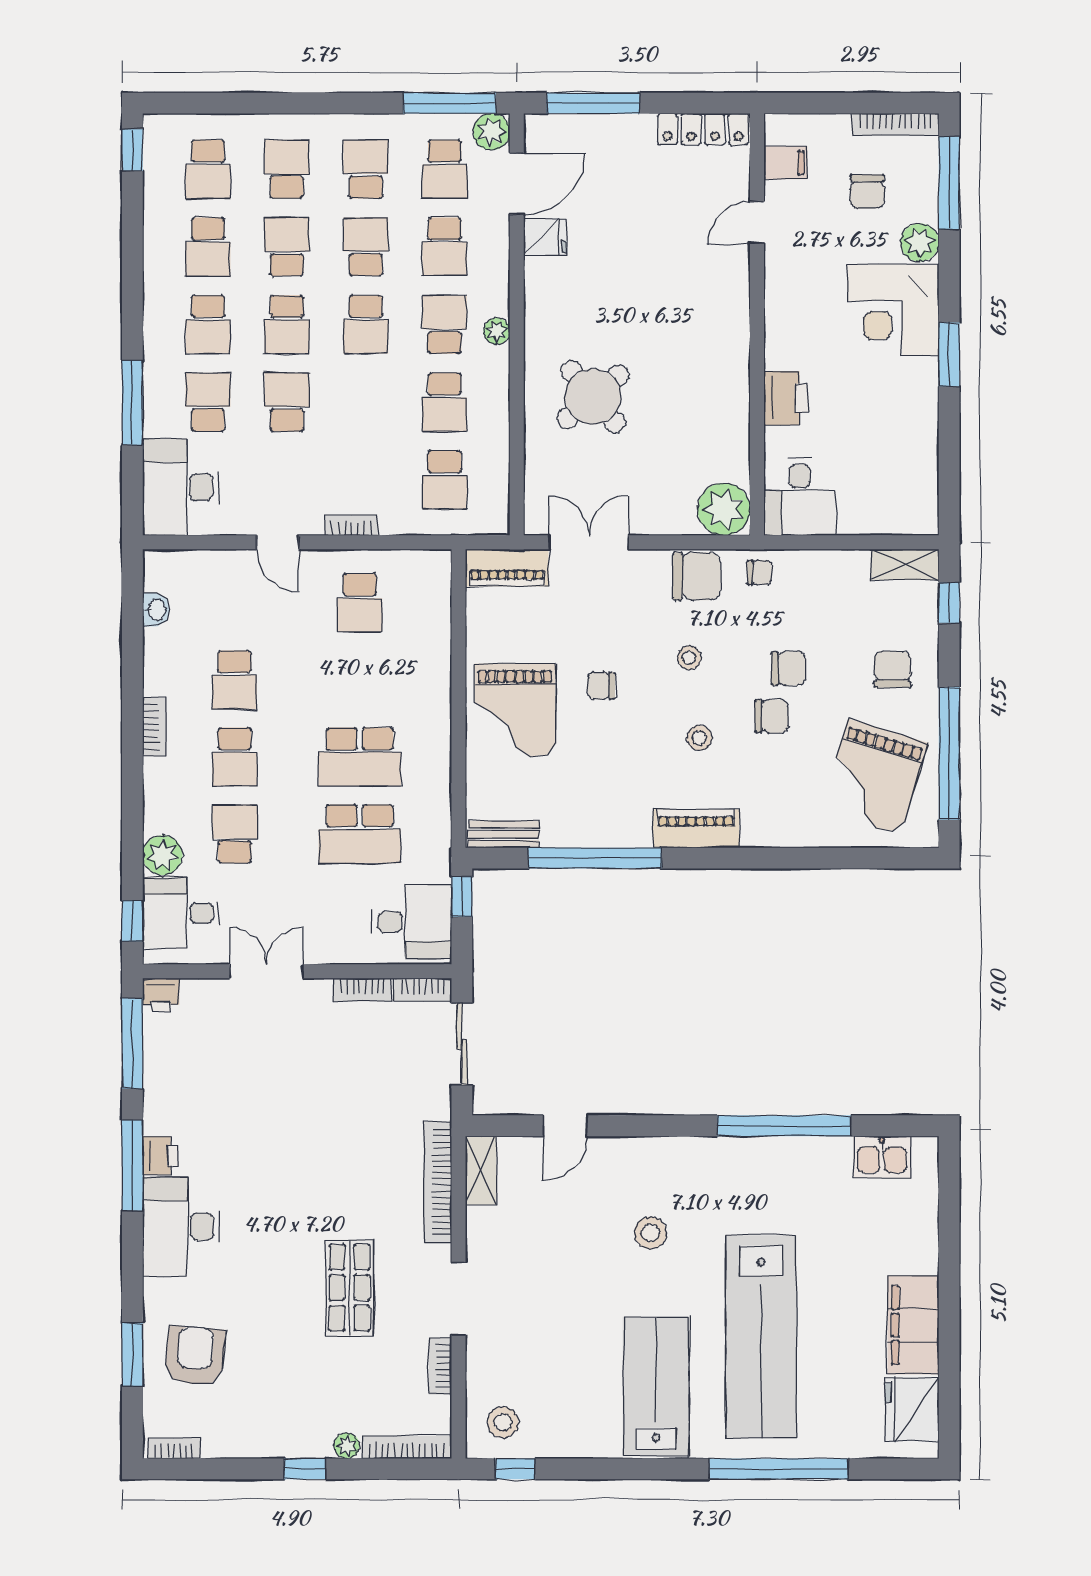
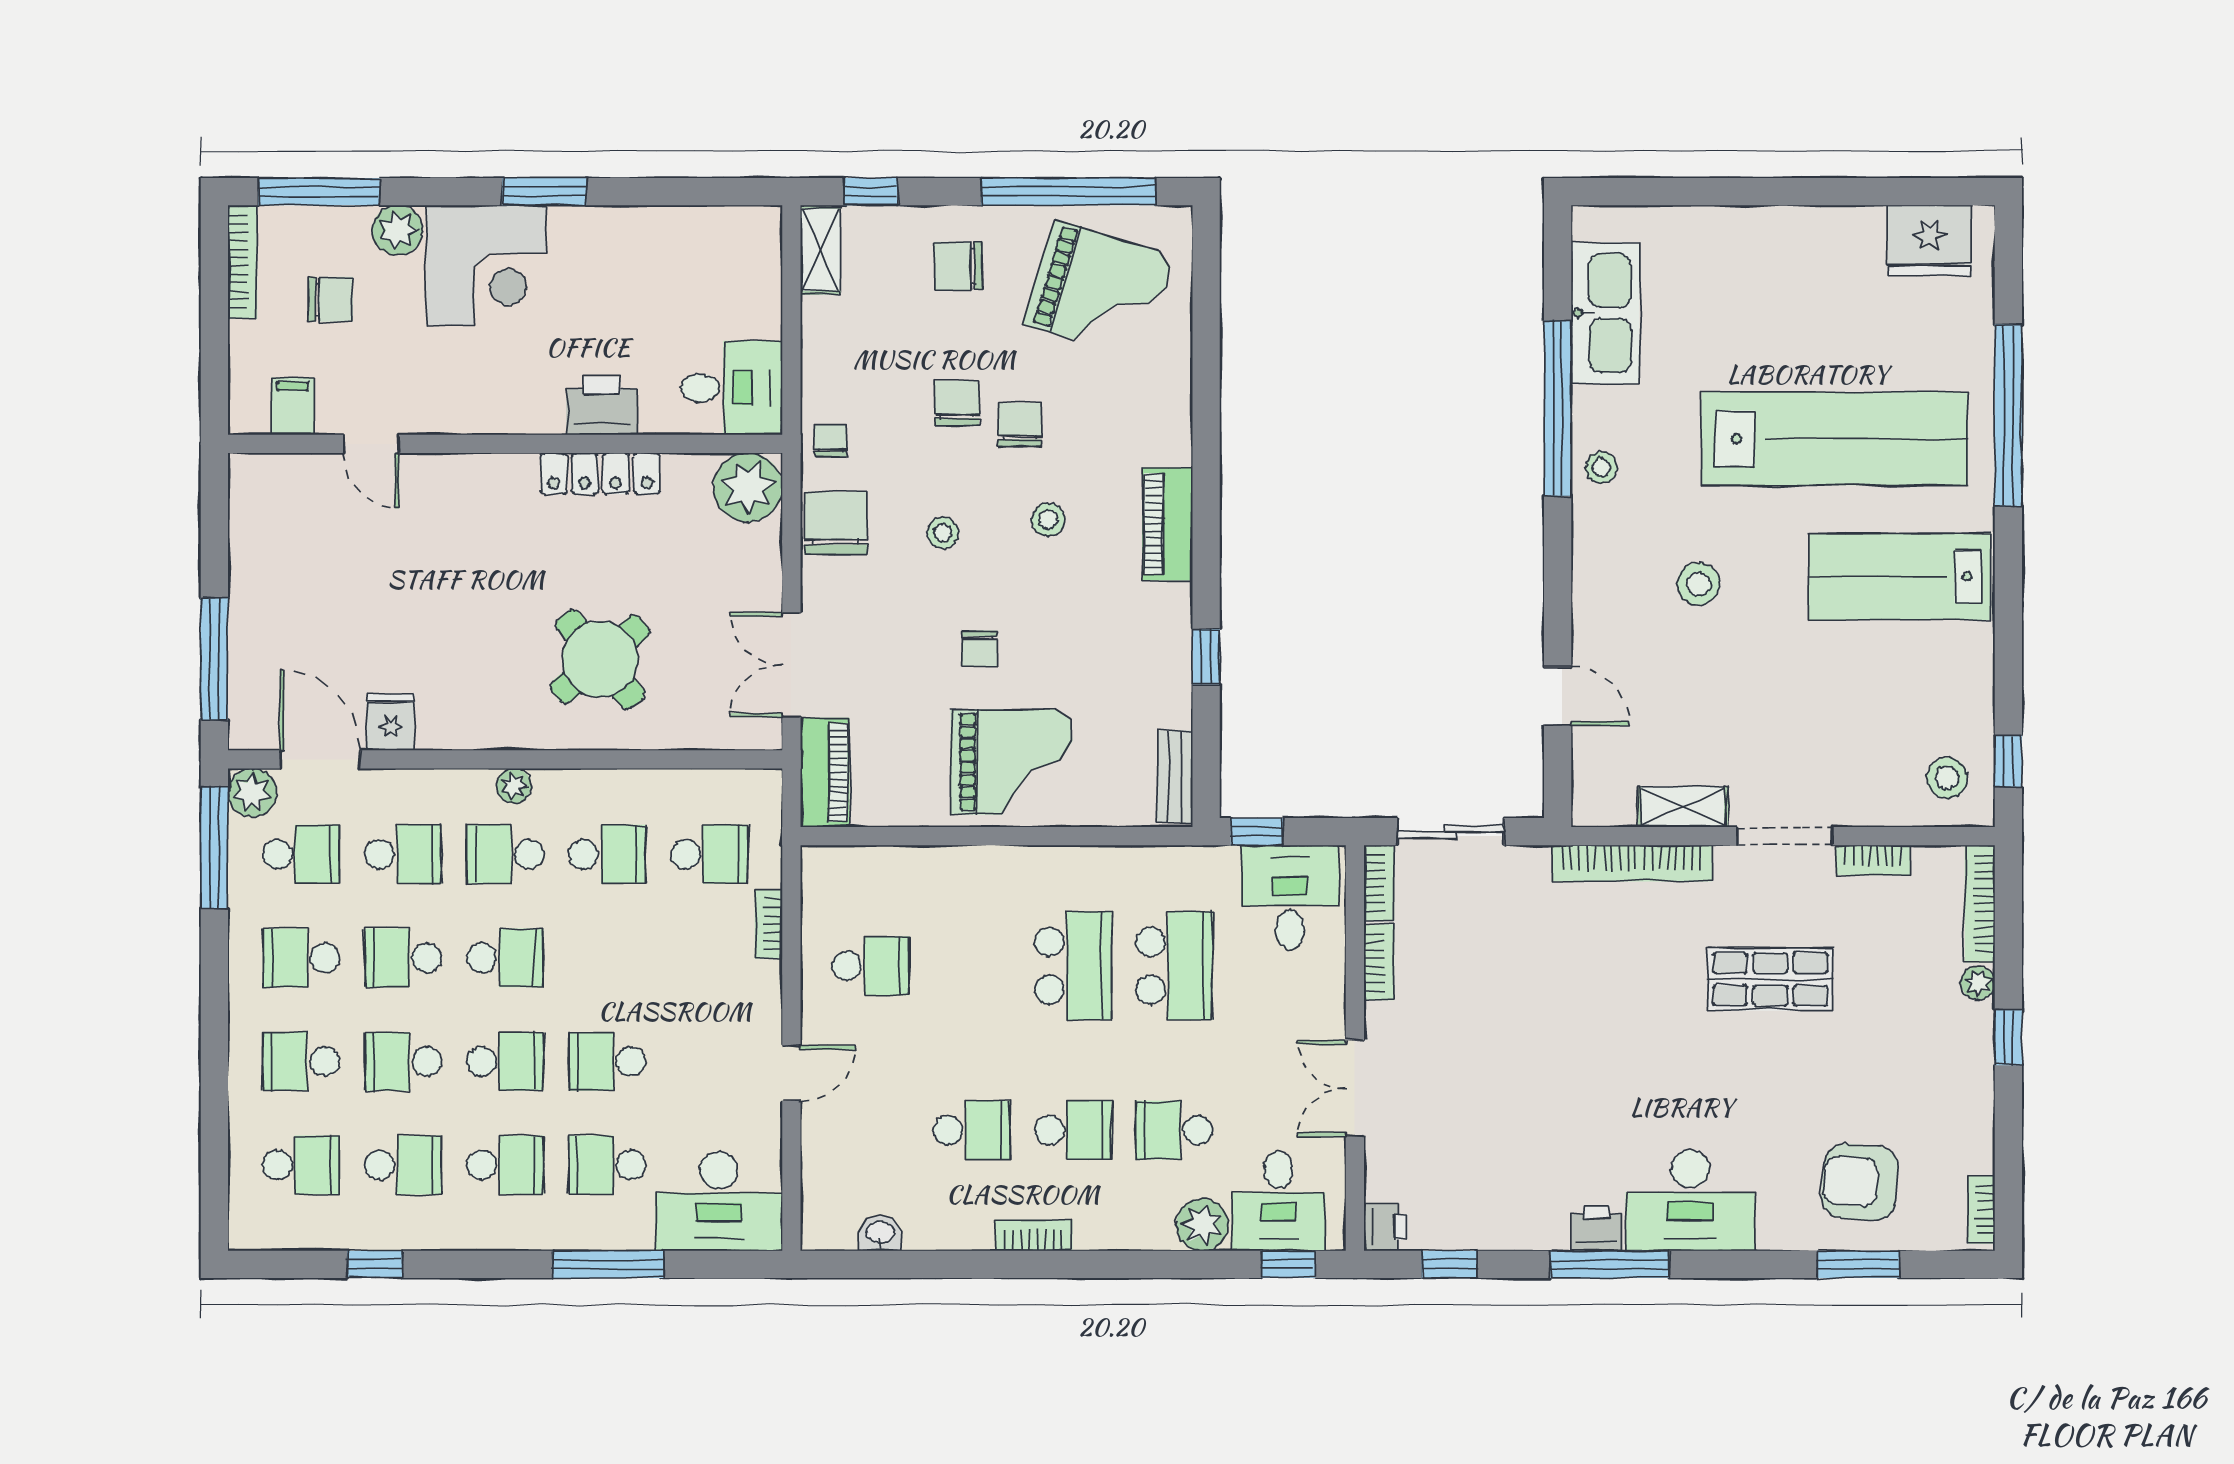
locker: (703, 129) -> (600, 474), moved, turned 90
window: (132, 150) -> (375, 1264), moved
bookcase: (352, 525) -> (769, 924), moved
window: (595, 858) -> (1206, 657), width x0.32
window: (132, 1043) -> (1449, 1264), width x0.46
kitchen sink: (882, 1157) -> (1605, 313), width x1.87, depth x1.24
stool: (739, 1159) -> (1601, 468), added
shelving: (481, 1170) -> (1683, 807), moved
filing cabinet: (913, 1325) -> (1819, 239), removed

